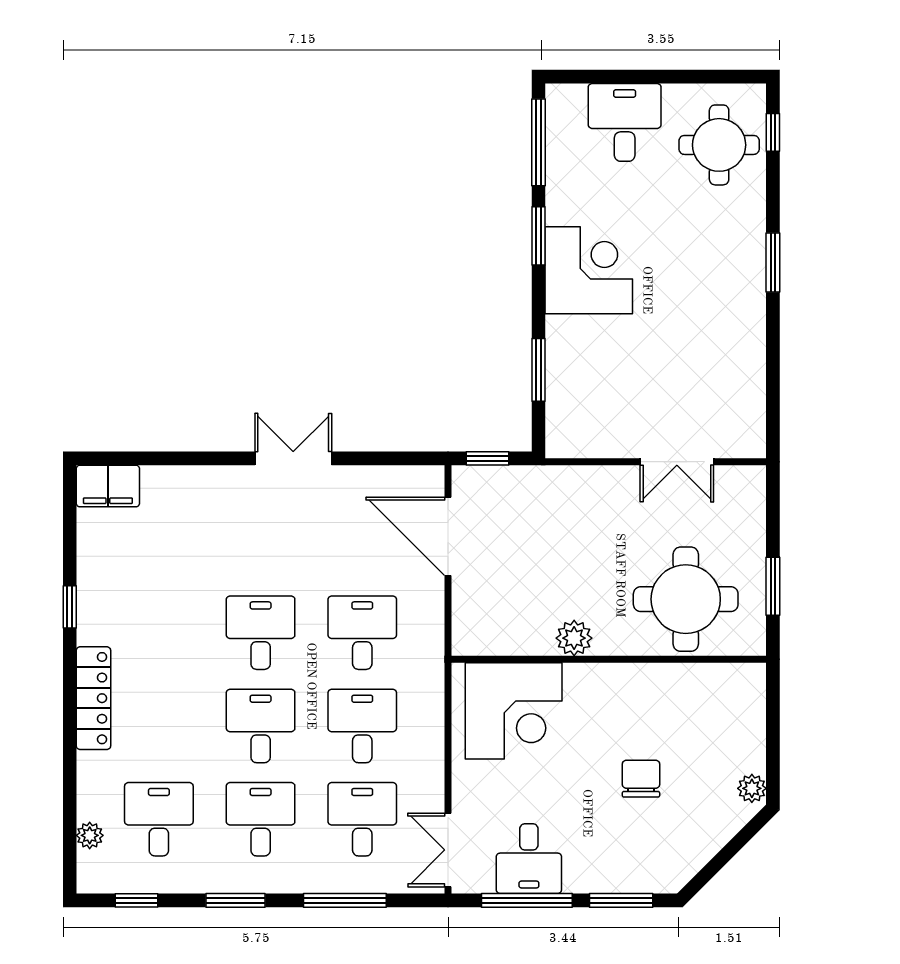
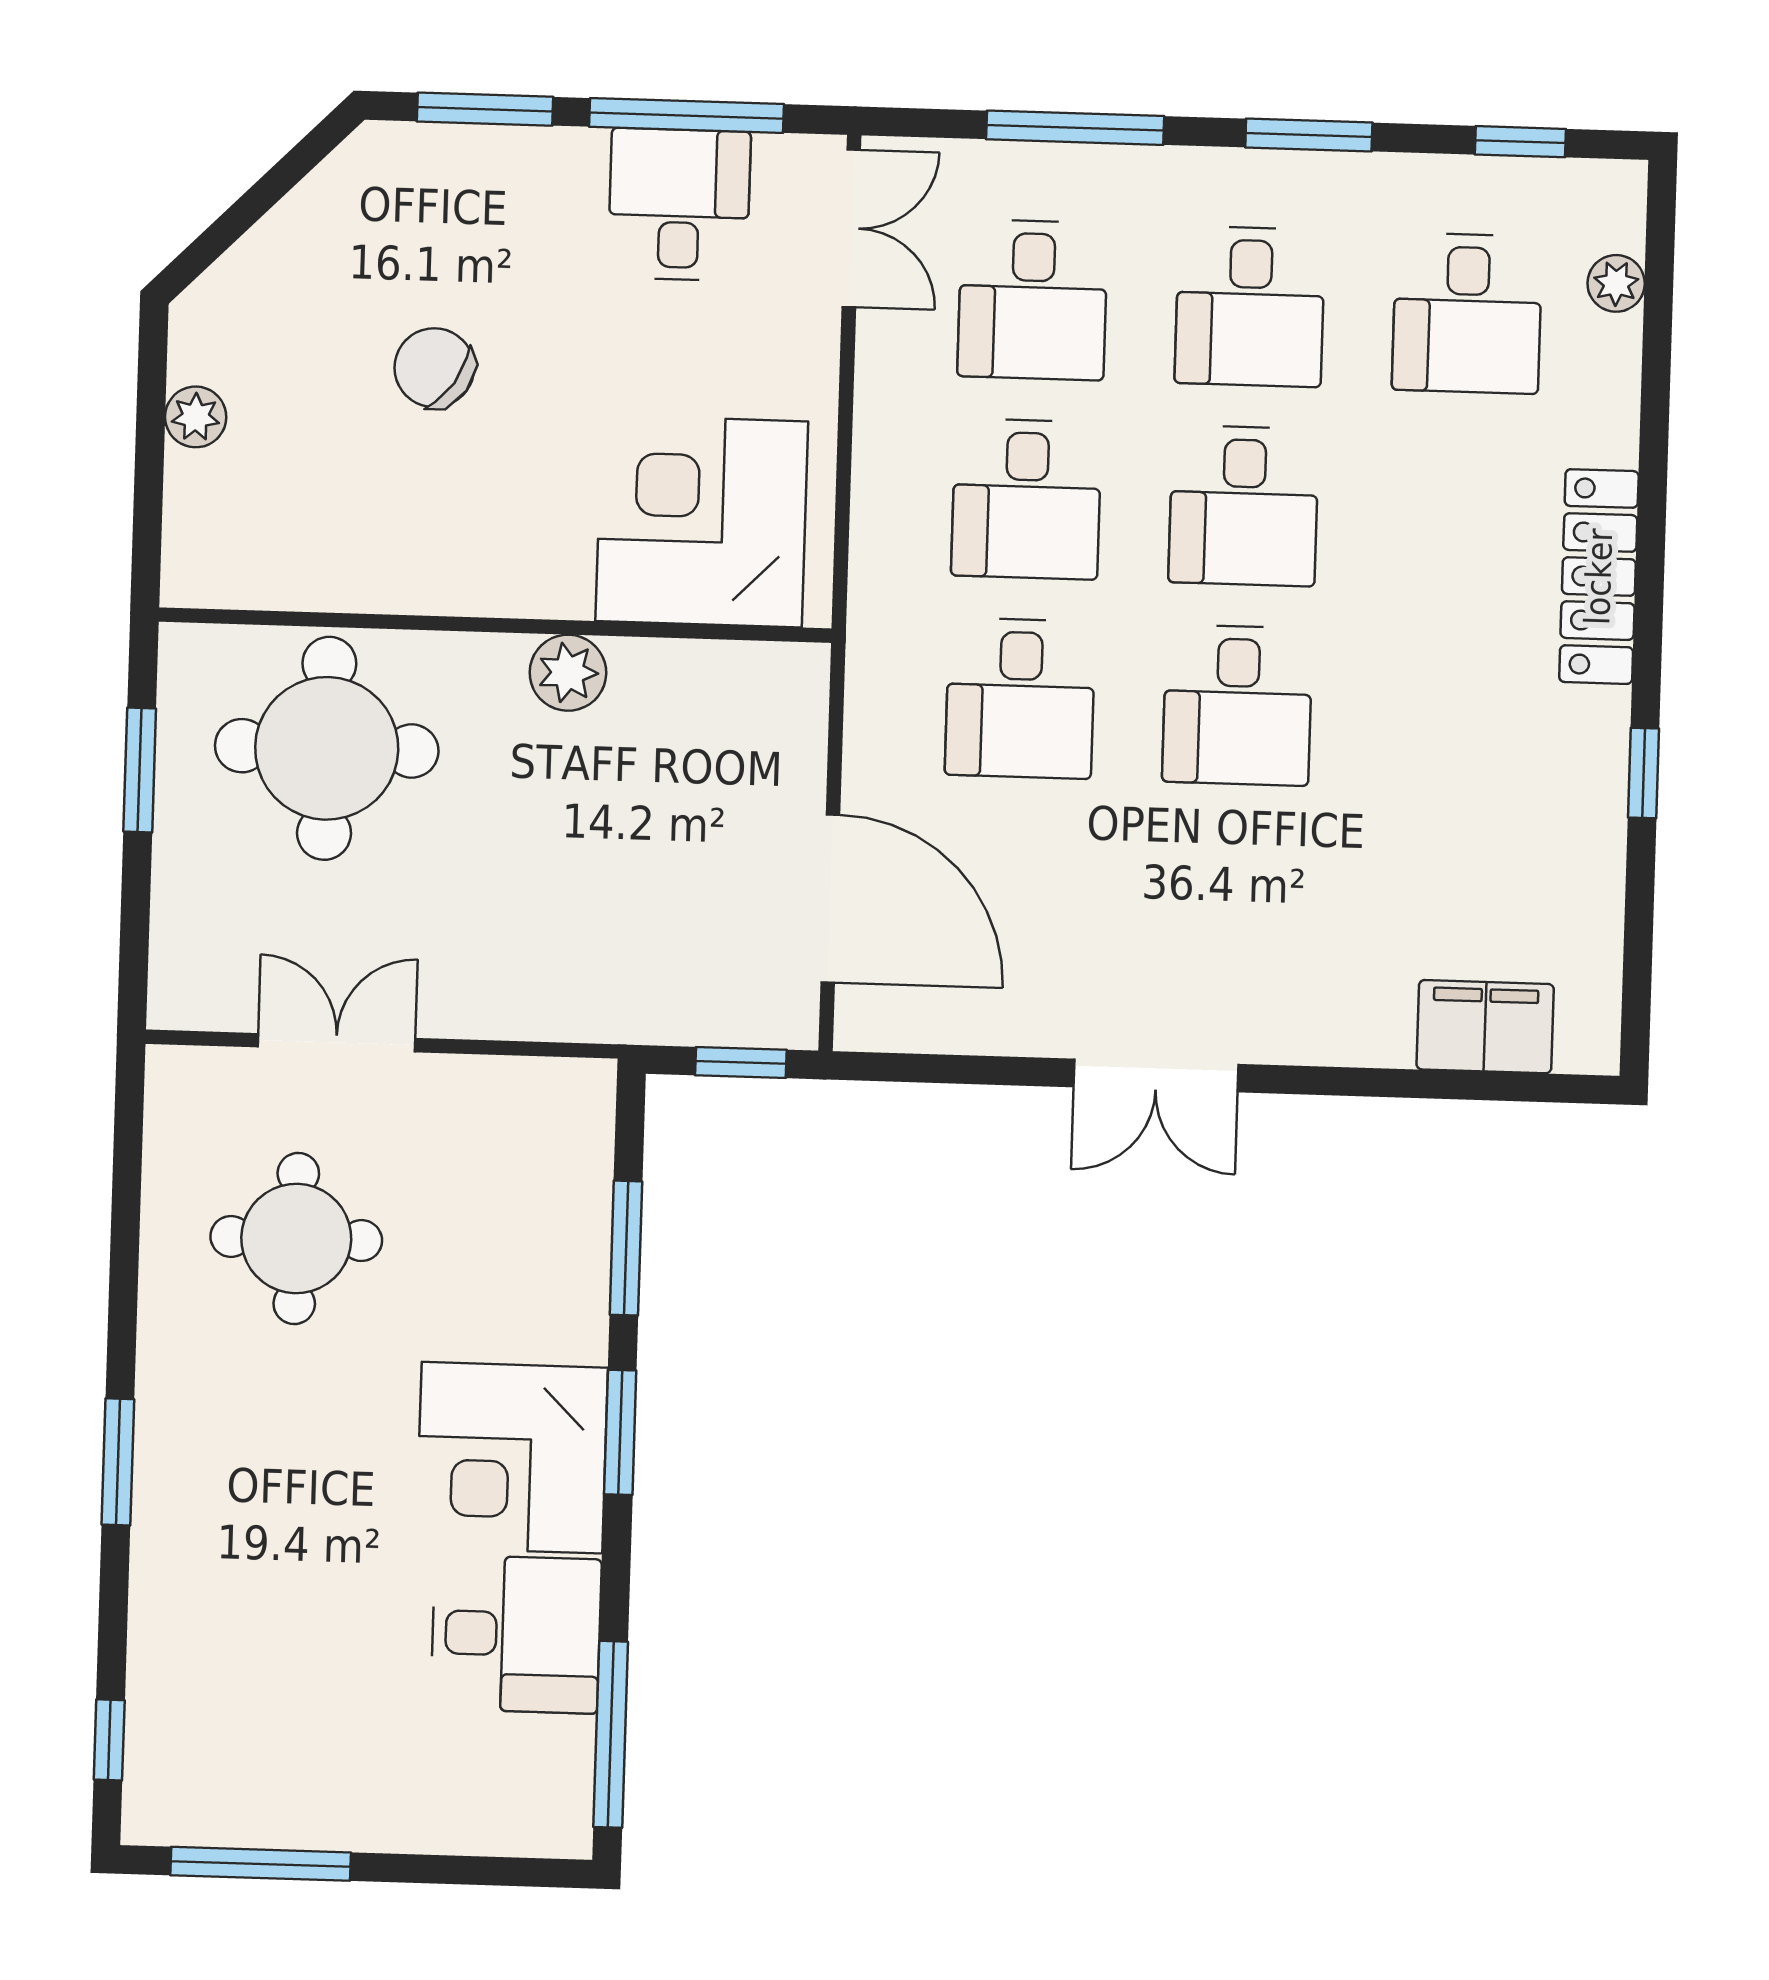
window: (700, 77) -> (261, 1864), added
desk: (625, 122) -> (516, 1634), moved, turned -90
round table: (719, 145) -> (296, 1239), moved
window: (538, 236) -> (620, 1432), moved
filing cabinet: (108, 486) -> (1485, 1027), moved
chair: (641, 779) -> (434, 368), turned 124
plant: (752, 788) -> (196, 417), moved

